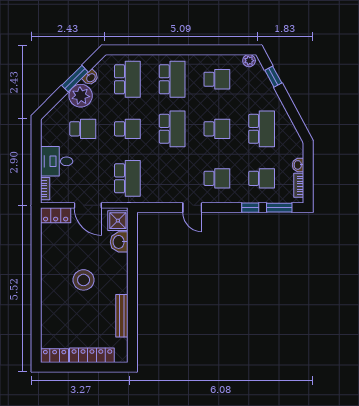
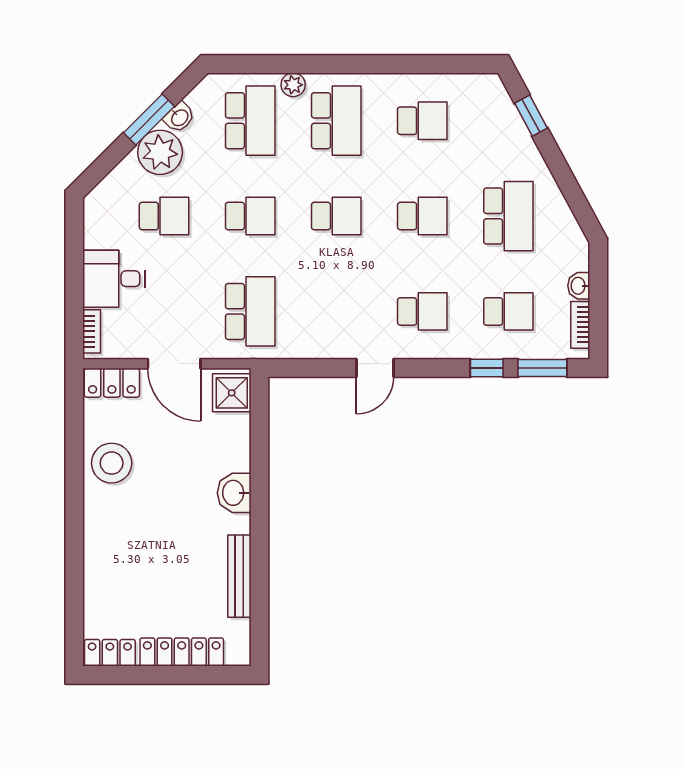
plant: (249, 61) -> (293, 85), moved
school desk: (172, 129) -> (336, 216), width x0.54
door: (192, 208) -> (375, 368), hinge flipped
washbasin: (119, 242) -> (234, 493), moved
stool: (84, 280) -> (112, 463), moved

